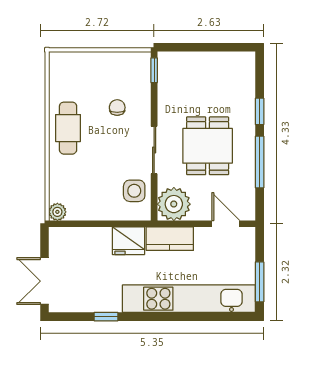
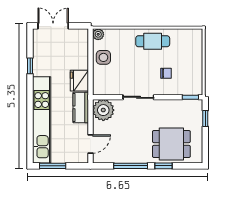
window: (187, 47) -> (205, 119), added
dining table: (208, 146) -> (171, 144), moved
side table: (134, 191) -> (103, 57), moved

